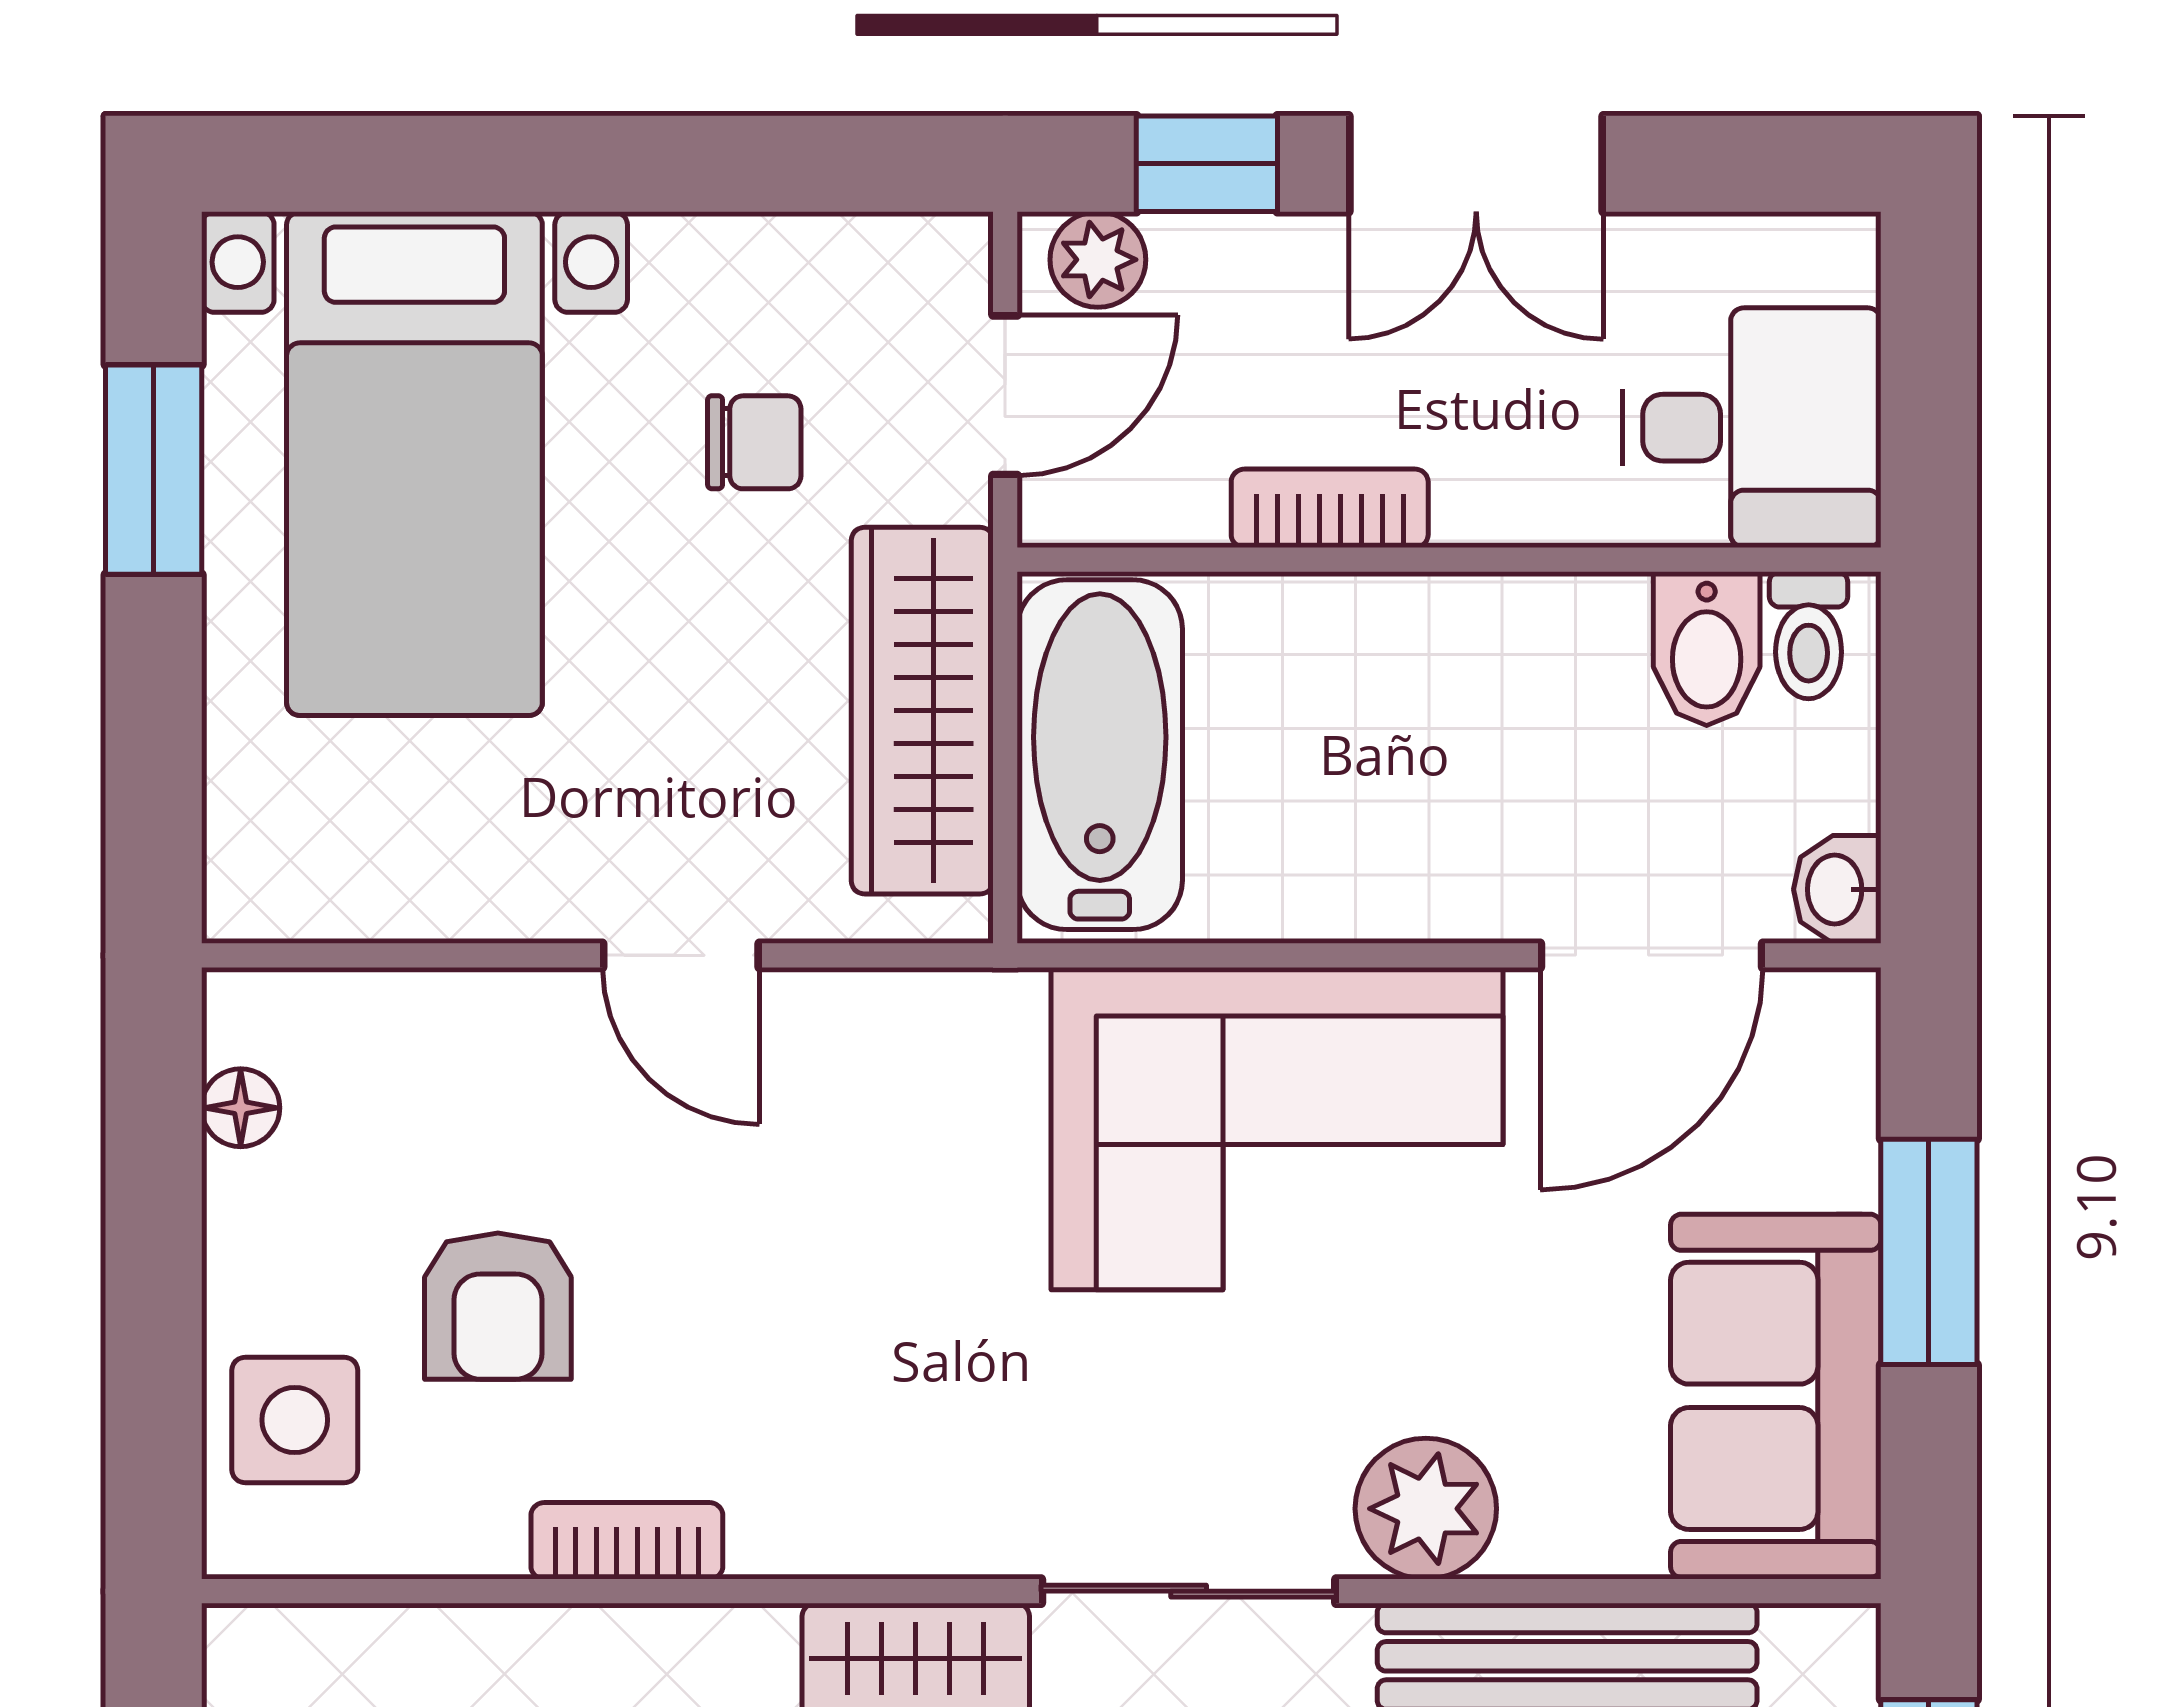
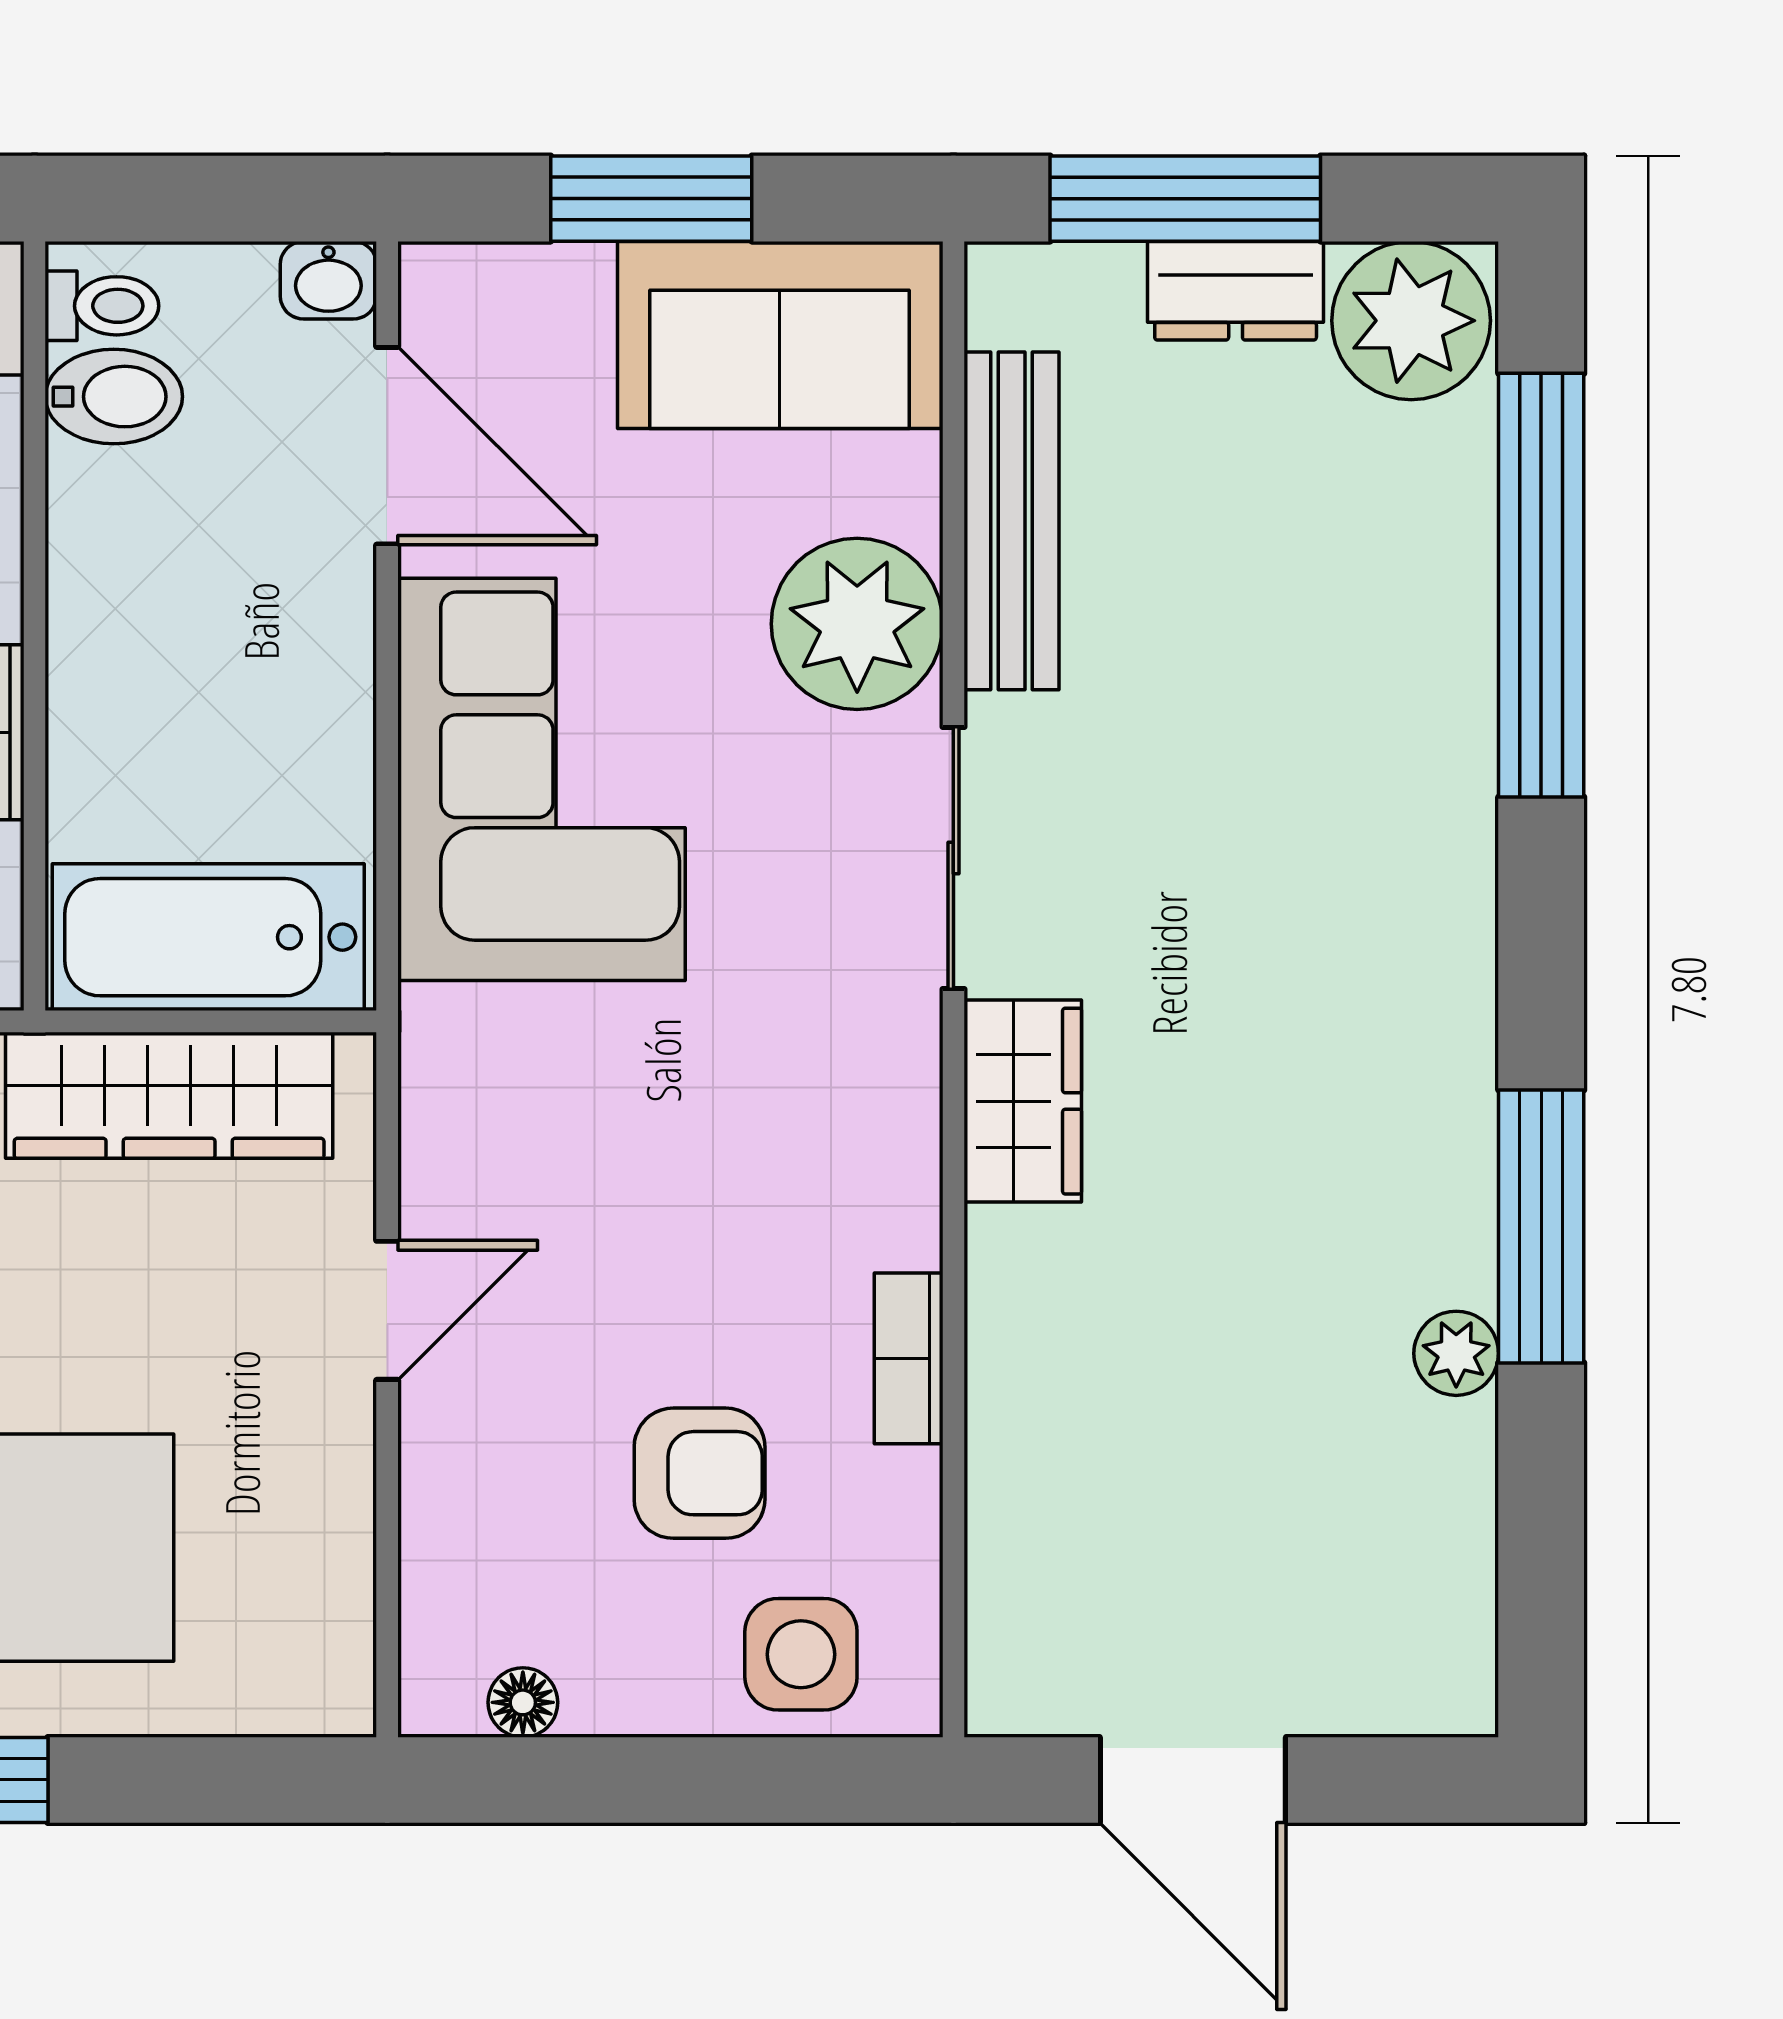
plant: (1426, 1509) -> (857, 624), width x1.36, depth x1.36

